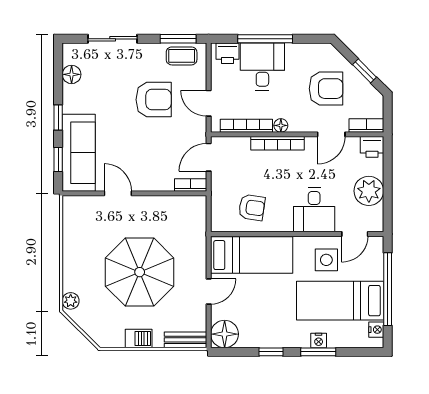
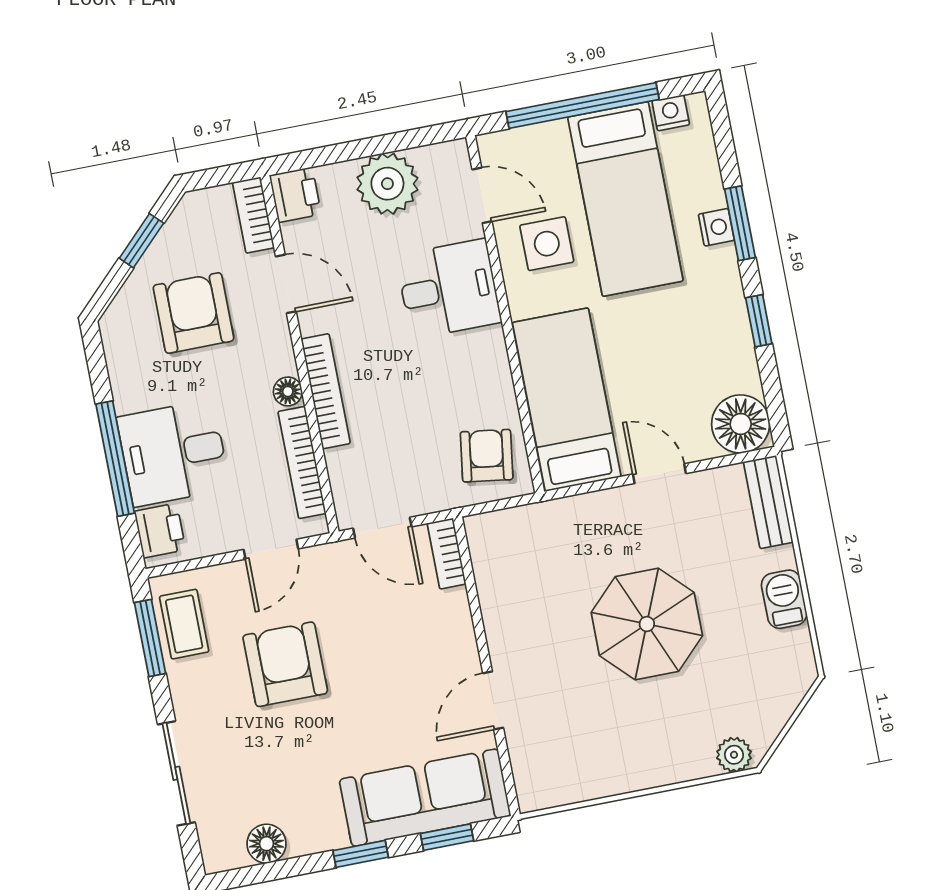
armchair: (252, 208) -> (487, 456), moved
parasol: (140, 272) -> (647, 624), width x0.73, depth x0.73

